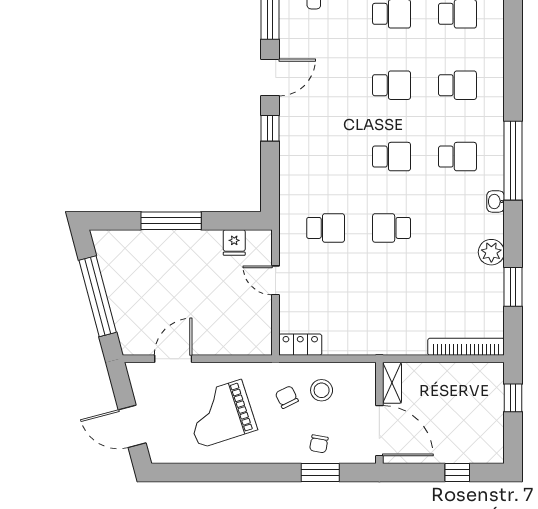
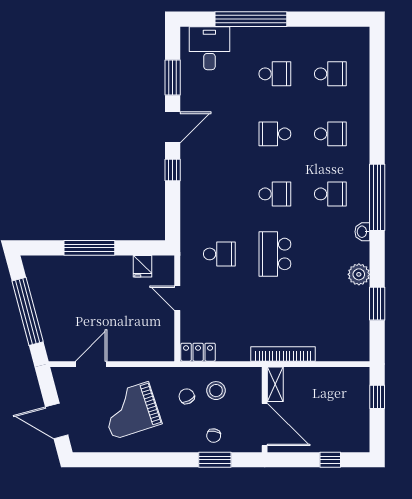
school desk: (392, 85) -> (275, 134), turned 180
school desk: (392, 228) -> (275, 254), width x1.85
bookcase: (466, 347) -> (283, 354), moved

